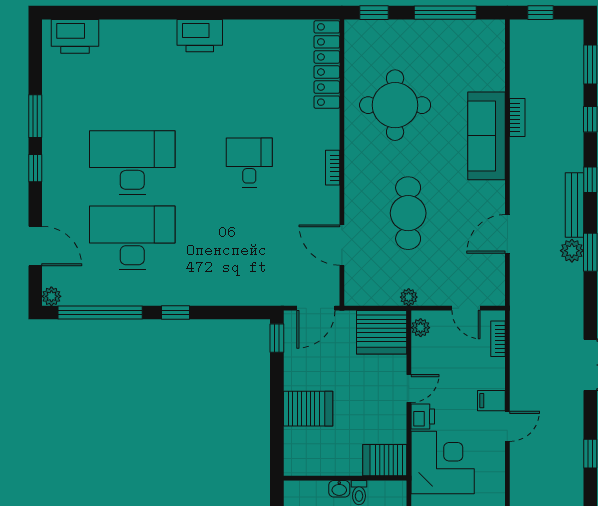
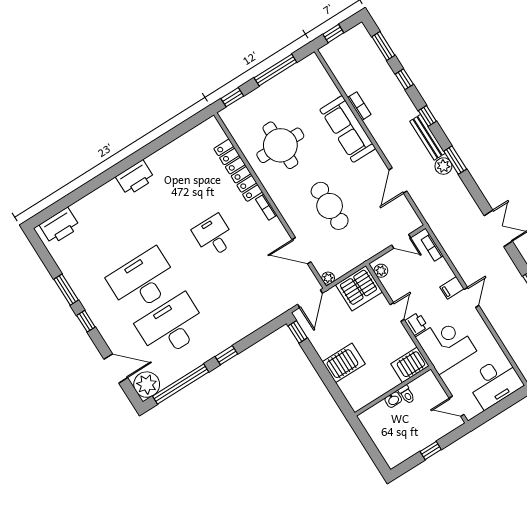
locker: (327, 64) -> (238, 170), moved
plant: (51, 296) -> (147, 385), width x1.88, depth x1.88
plant: (409, 297) -> (328, 278), moved

